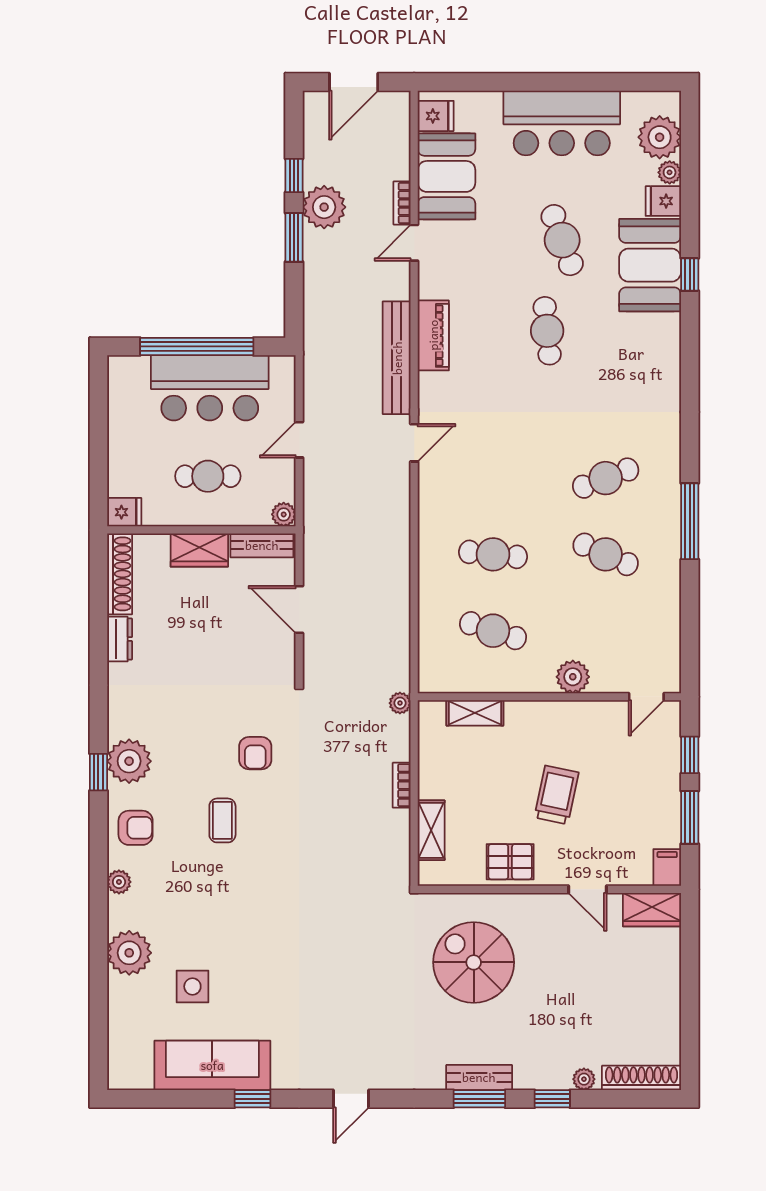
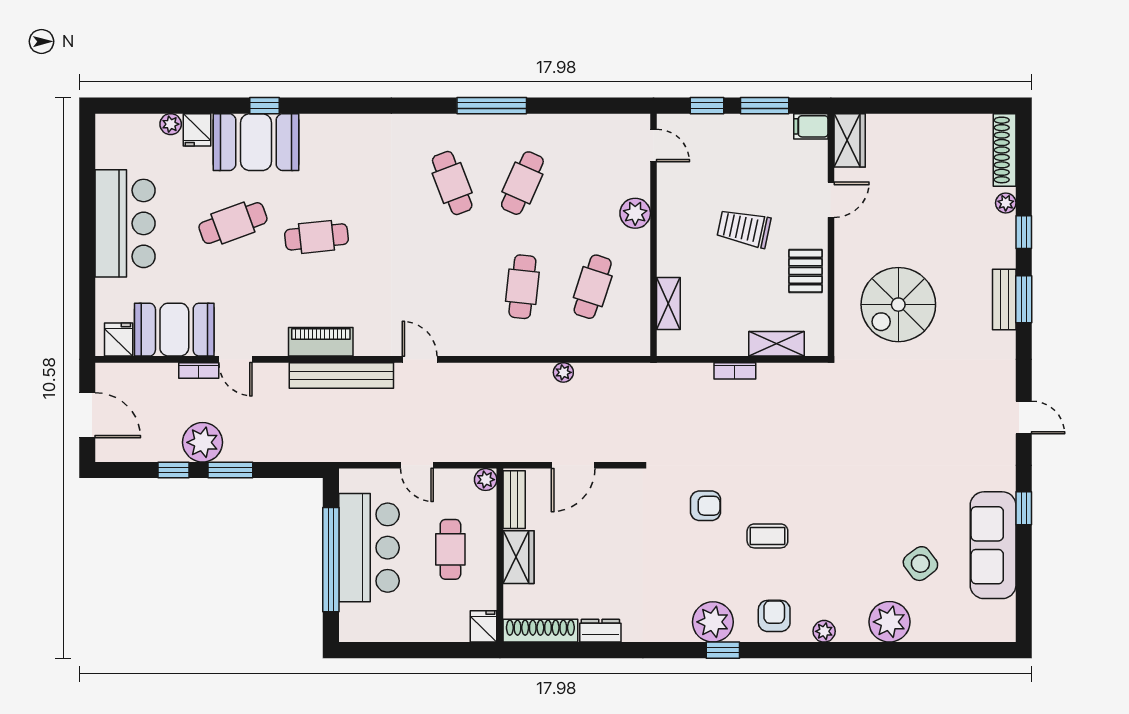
plant: (660, 137) -> (138, 133), removed
plant: (400, 703) -> (563, 372), moved
side table: (192, 986) -> (920, 564), turned -37

